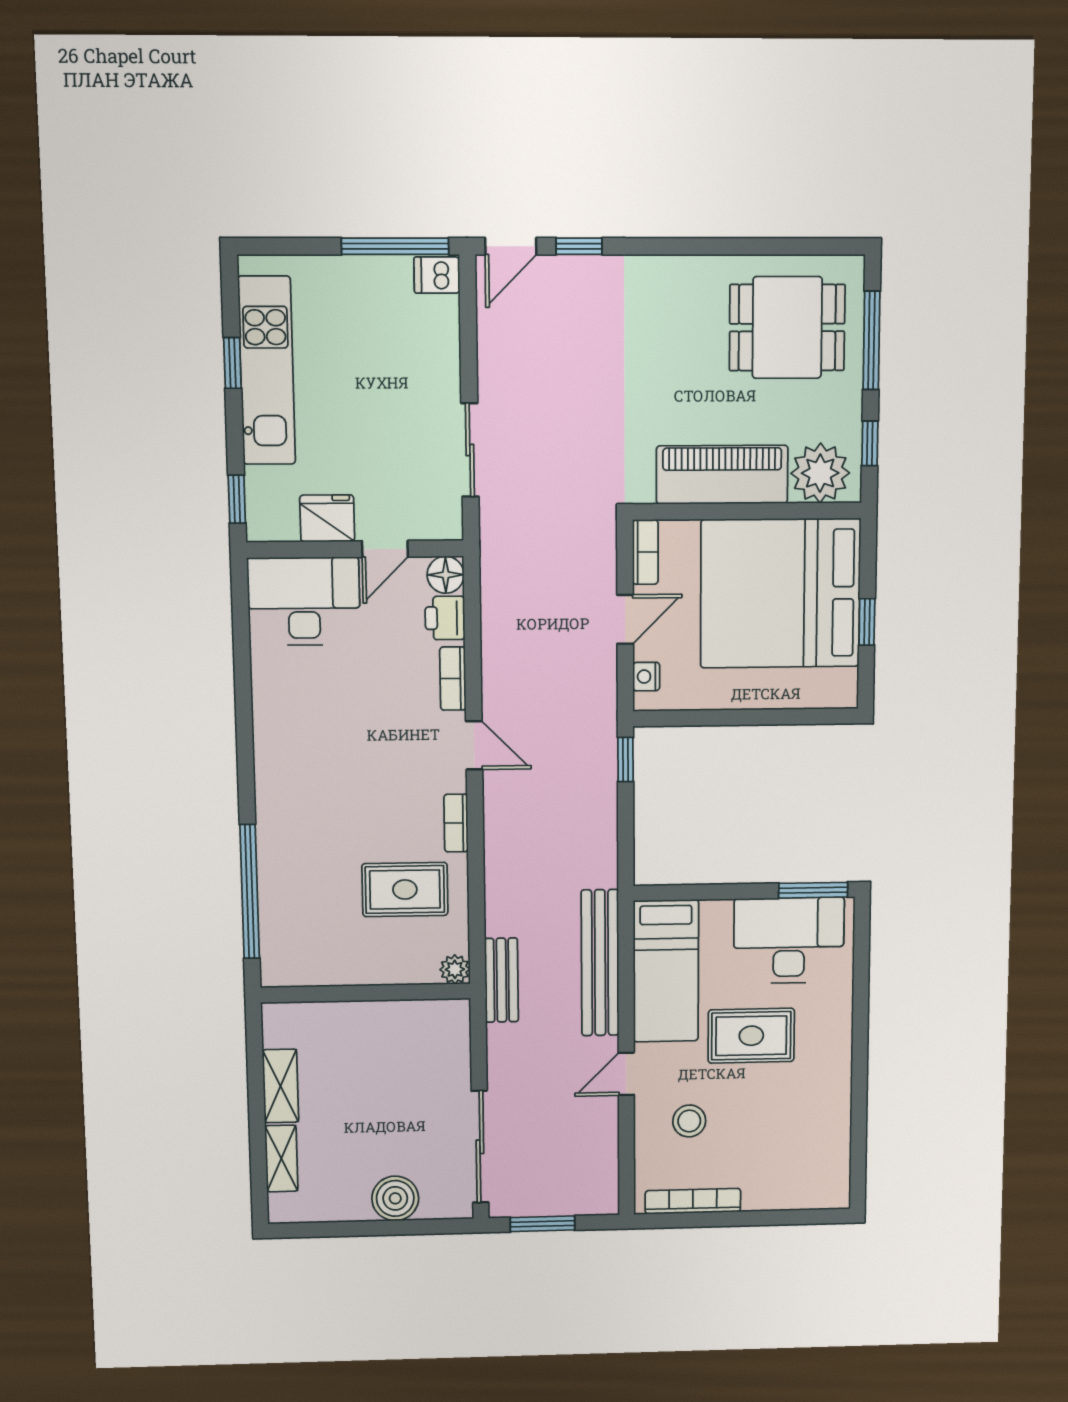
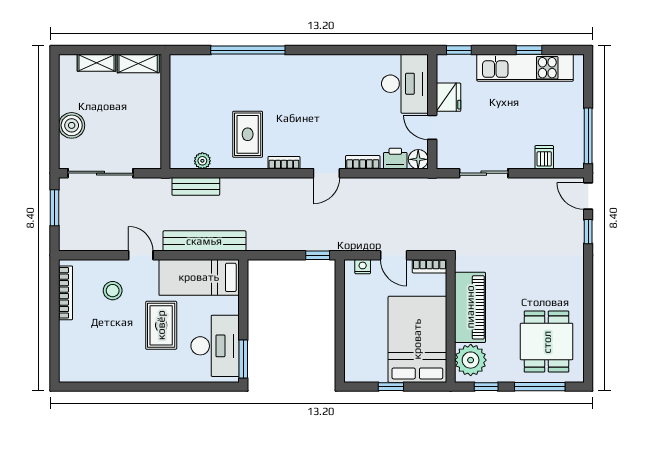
dishwasher: (437, 275) -> (544, 157), moved
bed: (780, 593) -> (417, 339), width x0.73
wall: (366, 993) -> (165, 112), moved

